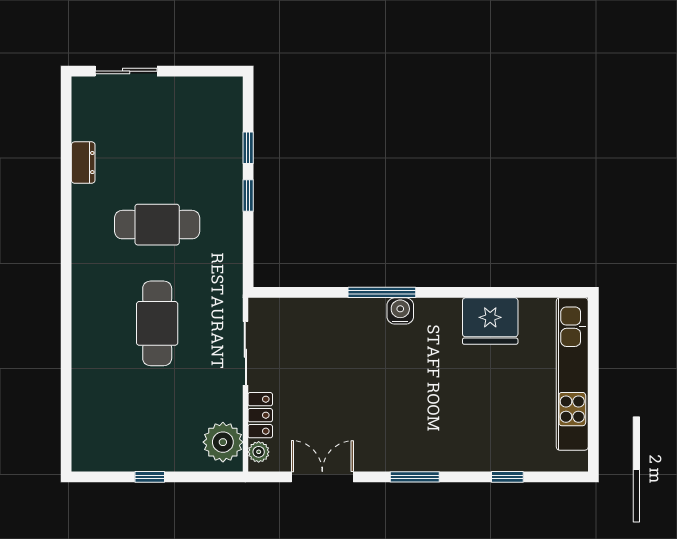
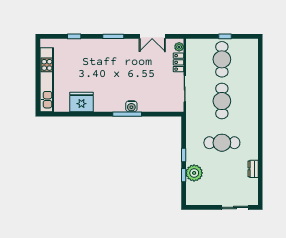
water cooler: (400, 311) -> (131, 106), moved
cafe table: (157, 422) -> (222, 59), added
plant: (223, 442) -> (194, 173), moved

